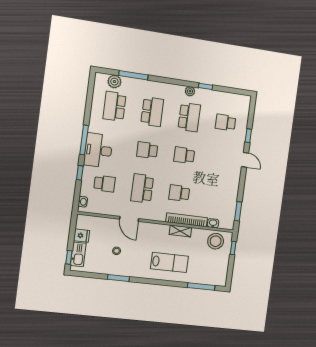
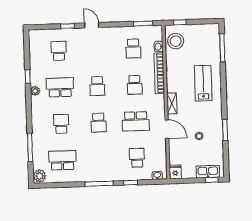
plant: (114, 82) -> (40, 176), moved
school desk: (115, 106) -> (62, 160), turned 180
school desk: (152, 112) -> (61, 124), width x0.54
school desk: (226, 122) -> (59, 51), turned 180
desk: (98, 150) -> (106, 169), removed
door: (245, 160) -> (92, 25), hinge flipped
school desk: (216, 198) -> (133, 48), added
door: (129, 219) -> (167, 129), hinge flipped
shelving: (180, 231) -> (172, 103), moved
fridge: (82, 236) -> (175, 172), moved

